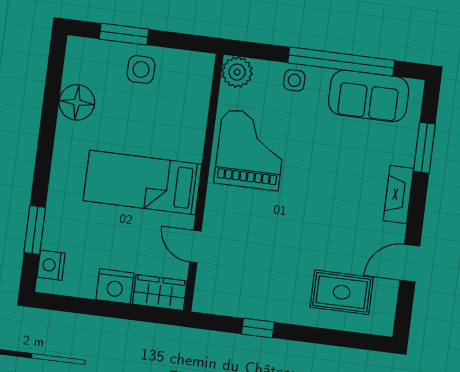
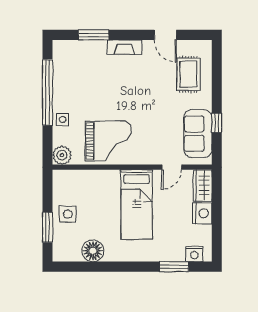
sofa: (369, 96) -> (198, 134), moved, turned 180
grand piano: (250, 150) -> (108, 141), turned 180

